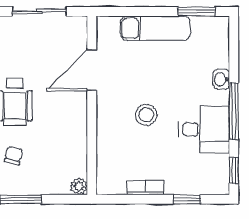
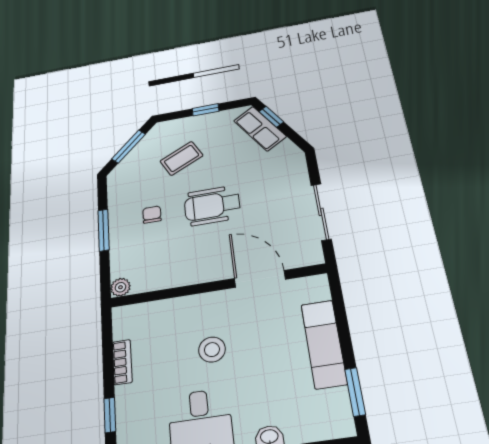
chair: (13, 156) -> (152, 215), turned -103

